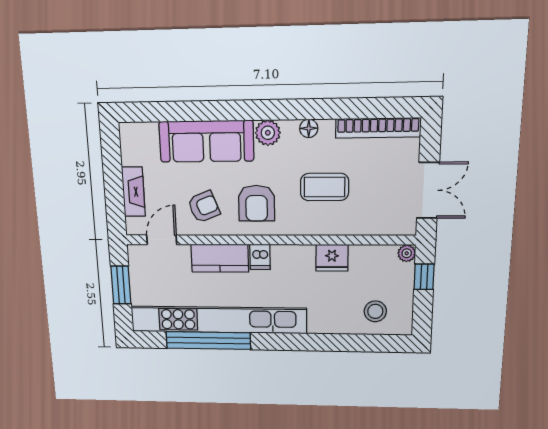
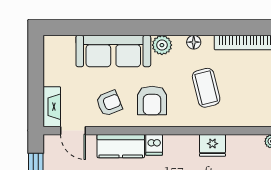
coffee table: (324, 187) -> (206, 88), turned 76
fireplace: (133, 192) -> (52, 107), moved
door: (162, 240) -> (73, 131), swing flipped

